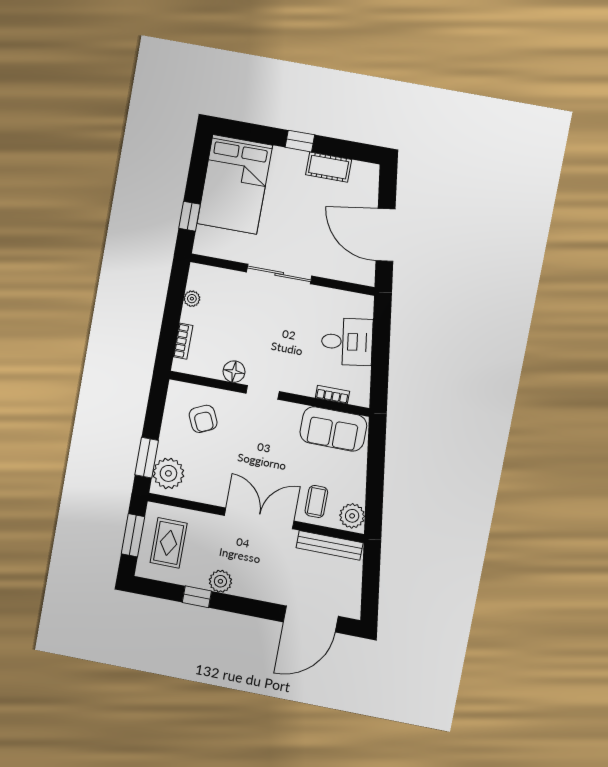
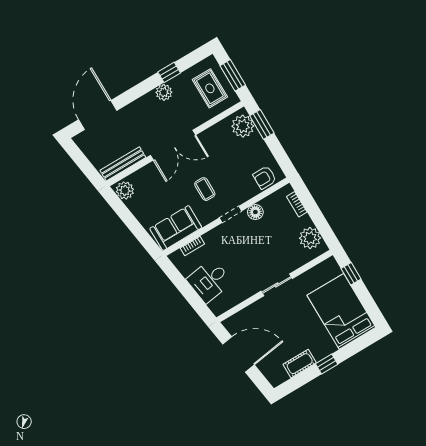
sliding door: (279, 274) -> (277, 285), width x0.73
plant: (192, 299) -> (310, 238), width x1.87, depth x1.87
armchair: (203, 419) -> (265, 177), moved, turned -65
coffee table: (316, 501) -> (205, 189), moved

